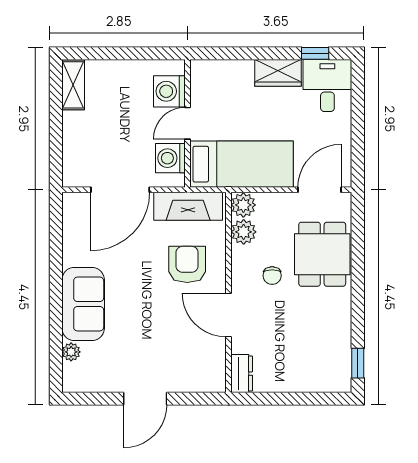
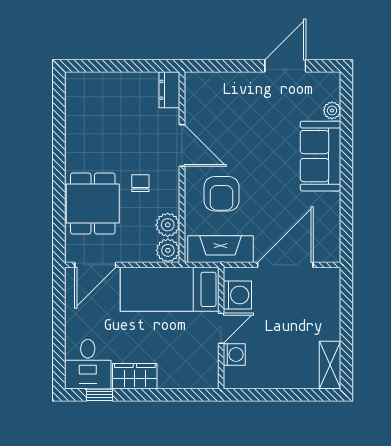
washing machine: (169, 91) -> (234, 355), width x0.73, depth x0.73
window: (358, 363) -> (59, 100), removed
door: (145, 399) -> (285, 66), moved

